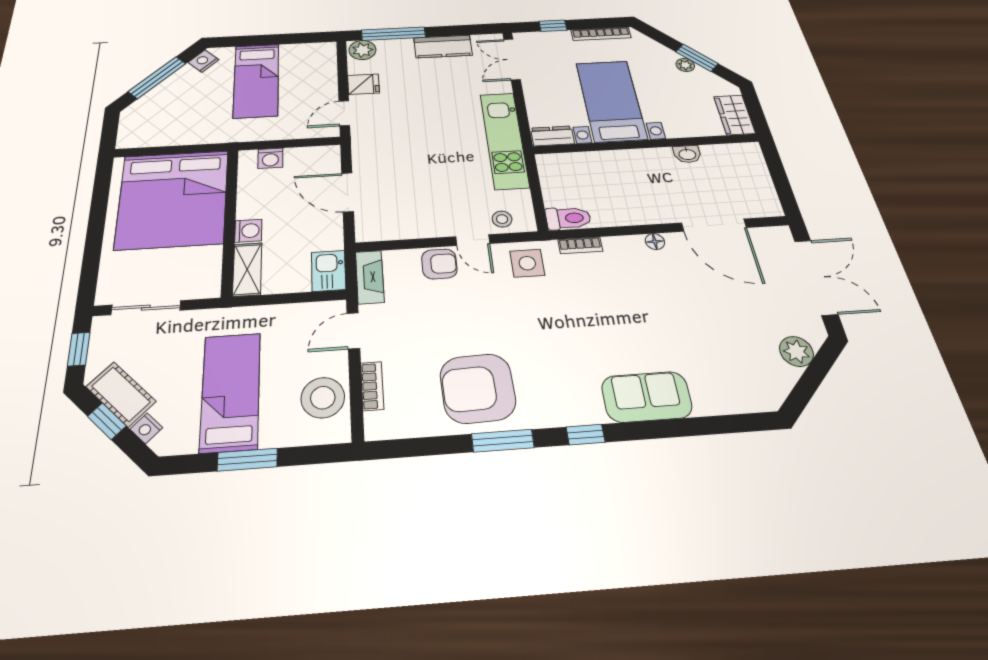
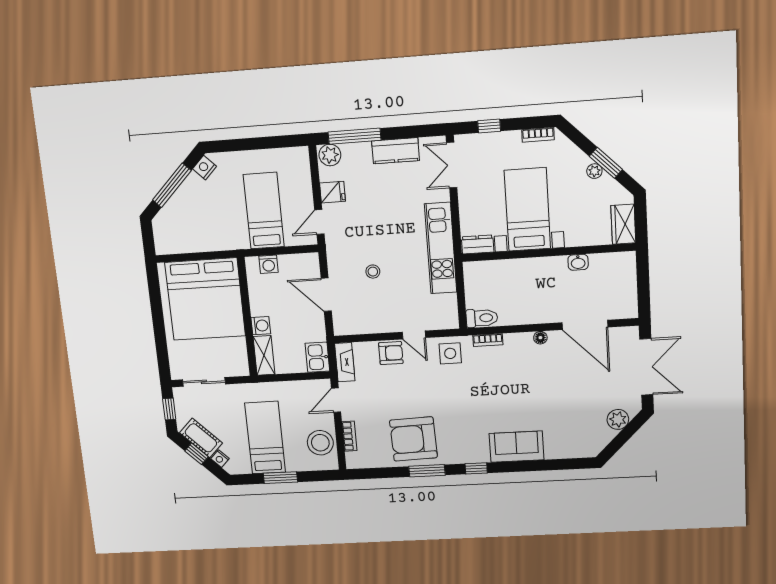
bookcase: (601, 34) -> (538, 135), width x0.64
bed: (256, 80) -> (264, 211), moved, turned 180
stool: (502, 219) -> (373, 272), moved

